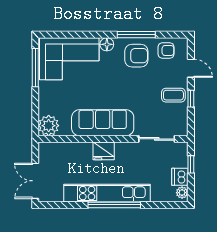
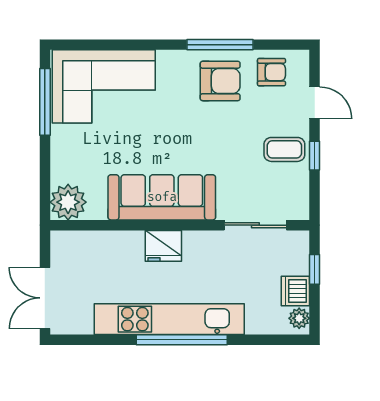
floor lamp: (107, 44) -> (169, 61), removed

